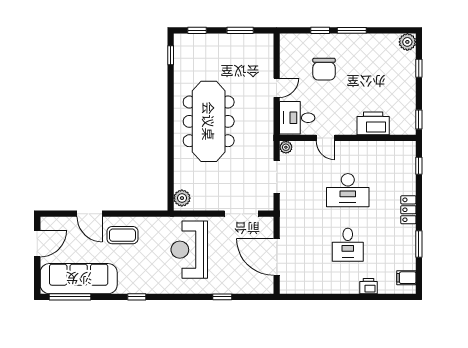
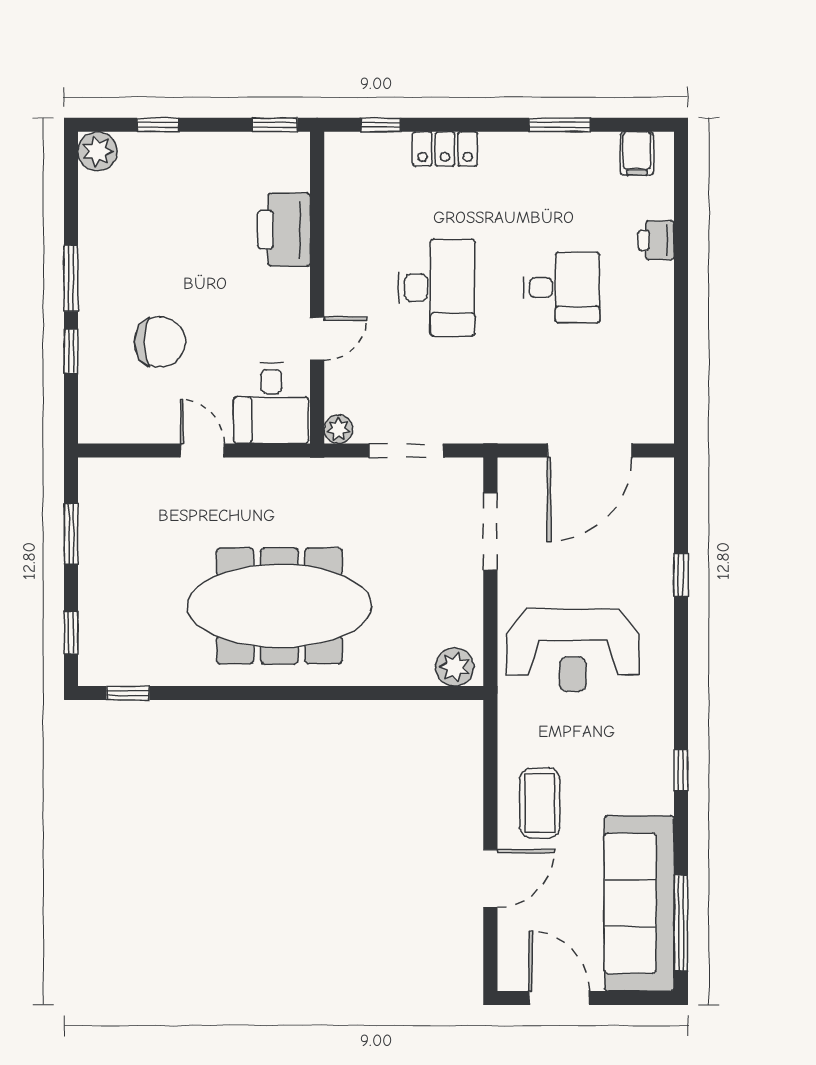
locker: (408, 210) -> (445, 149), moved

